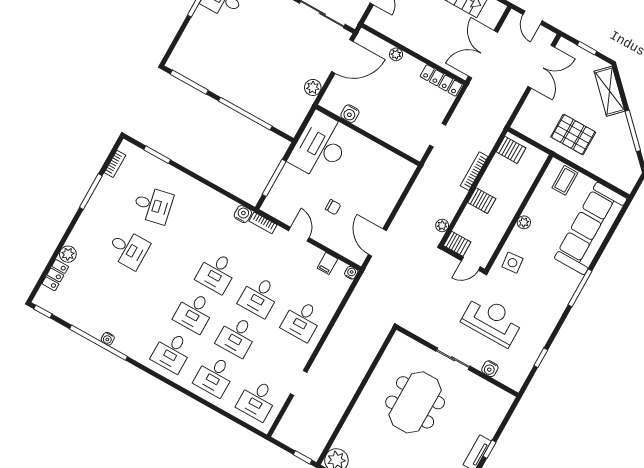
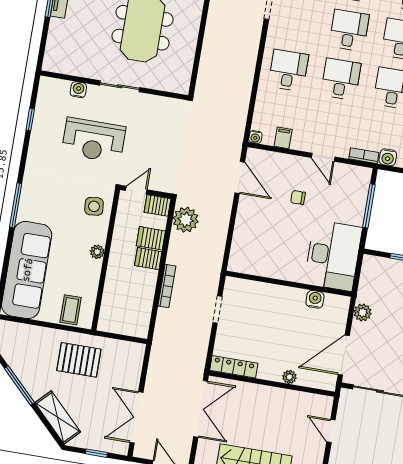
server rack: (511, 150) -> (151, 238), moved
plant: (442, 225) -> (186, 220), width x1.88, depth x1.88

